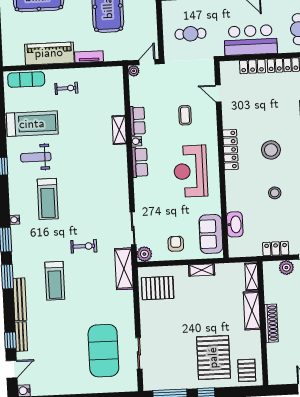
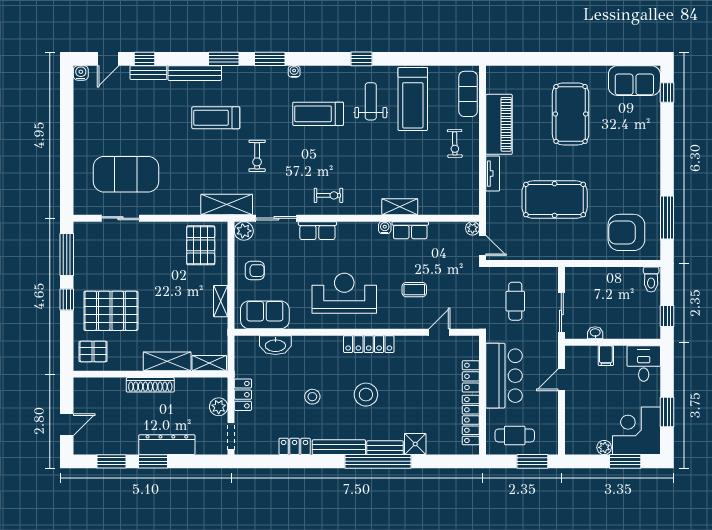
row of seats: (140, 162) -> (317, 231), moved
exercise bike: (113, 188) -> (328, 195), added
door: (12, 369) -> (108, 59), hinge flipped

